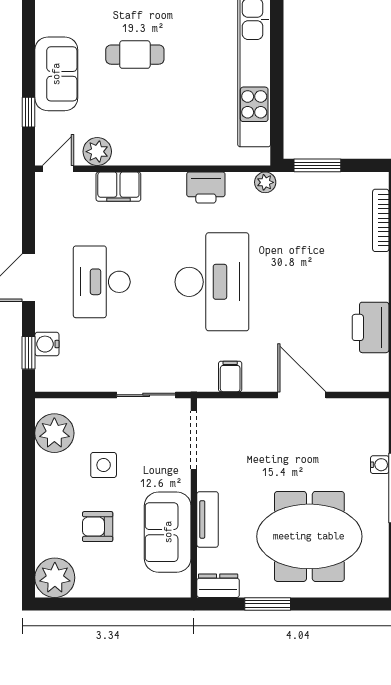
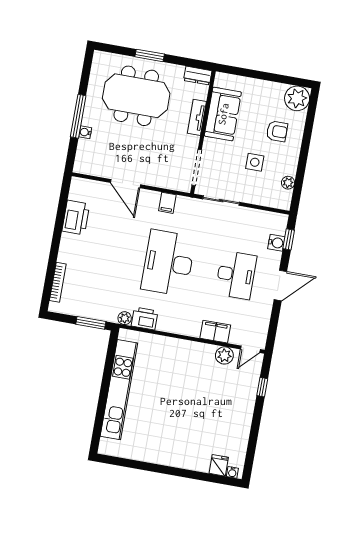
cafe table: (135, 55) -> (191, 411), removed
sofa: (56, 74) -> (241, 408), removed
printer: (206, 187) -> (145, 318), moved
plant: (54, 433) -> (288, 183), width x0.53, depth x0.53
armchair: (98, 527) -> (277, 131), moved
window: (268, 604) -> (150, 55), moved

